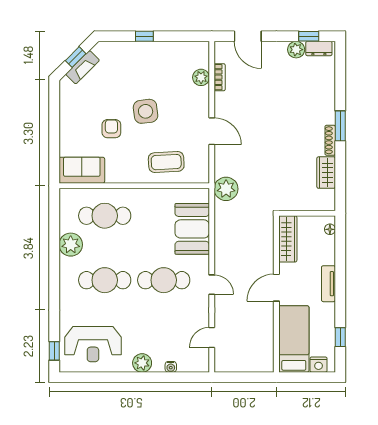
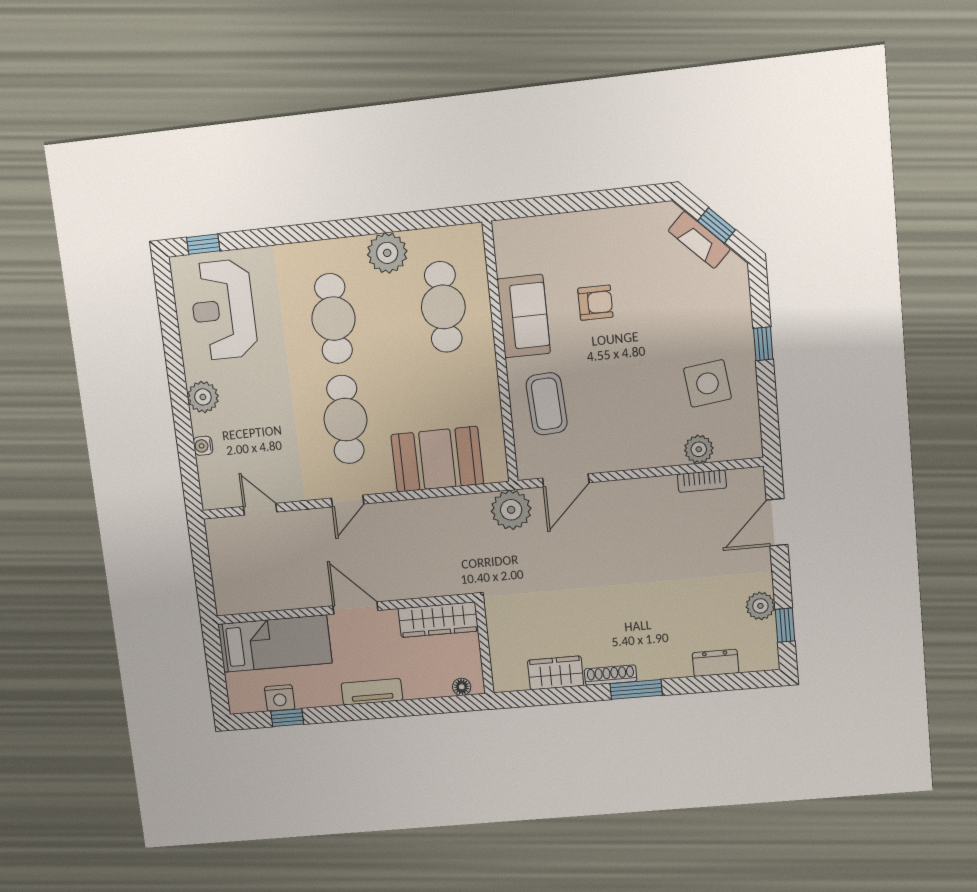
dresser: (319, 48) -> (715, 663), moved, turned 90
side table: (146, 111) -> (707, 383), moved
door: (212, 131) -> (566, 480), moved
sofa: (82, 170) -> (524, 316), moved
nightstand: (319, 365) -> (280, 698), moved, turned -90

